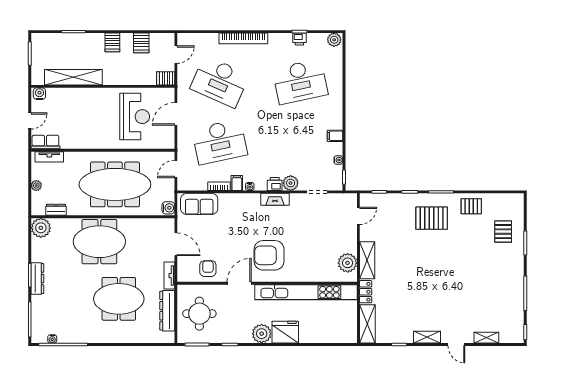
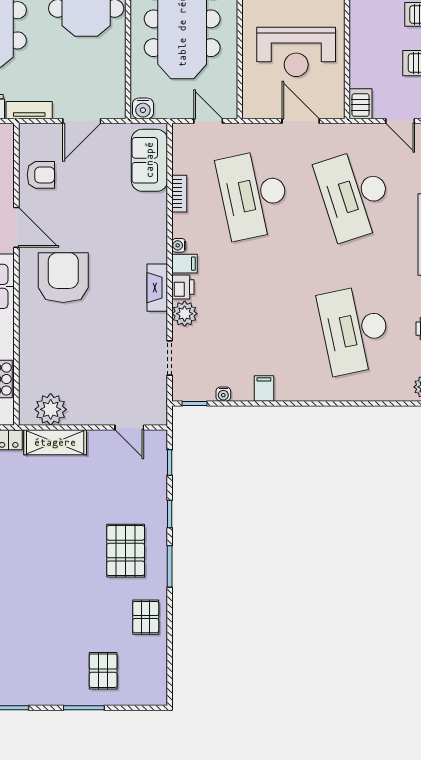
desk: (220, 82) -> (355, 195), turned -42
filing cabinet: (237, 183) -> (185, 264), moved
pallet: (503, 232) -> (103, 671), turned 90

